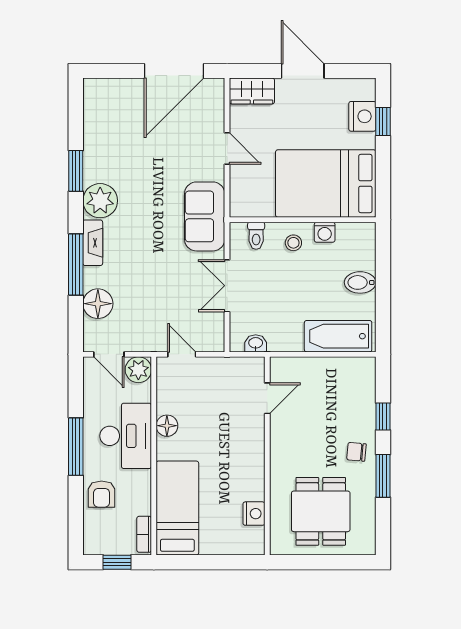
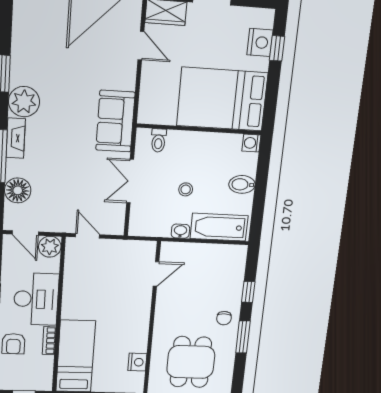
door: (227, 149) -> (141, 46), moved
washing machine: (325, 232) -> (251, 143), moved, turned 90
stool: (293, 243) -> (186, 189), moved
washbasin: (256, 343) -> (180, 231), moved
floor lamp: (167, 426) -> (71, 292), removed
chair: (356, 452) -> (224, 318), turned -95
bookcase: (144, 534) -> (49, 341), moved

